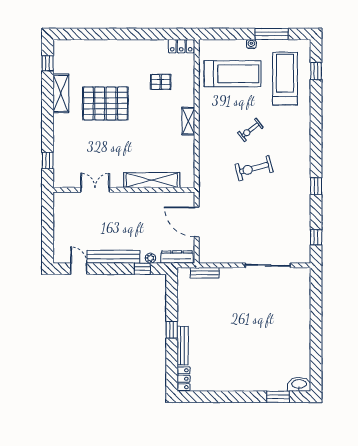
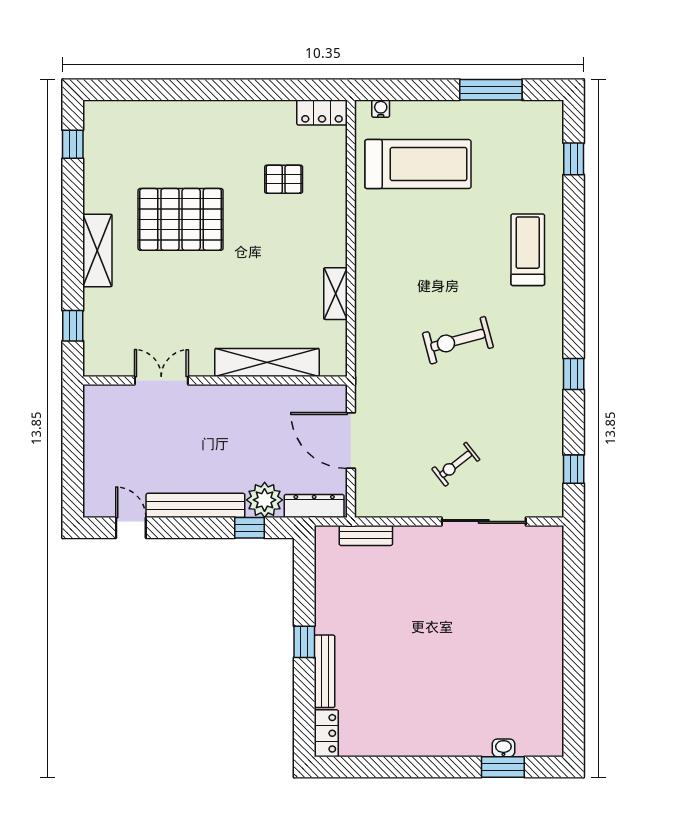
water cooler: (251, 44) -> (381, 109), moved
treadmill: (285, 79) -> (528, 250), moved, width x0.73, depth x0.73
shelving: (61, 93) -> (97, 250), moved
shelving: (188, 121) -> (335, 294), moved
exercise bike: (250, 130) -> (456, 464), moved
plant: (150, 258) -> (265, 500), width x1.87, depth x1.87
washbasin: (299, 384) -> (503, 748), moved, width x0.52, depth x0.69

